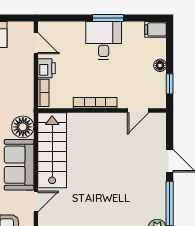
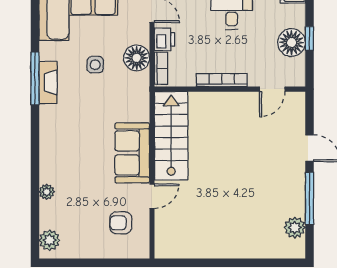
floor lamp: (160, 65) -> (292, 43), width x1.89, depth x1.89
window: (170, 84) -> (309, 39), moved
floor lamp: (23, 127) -> (137, 58), moved

